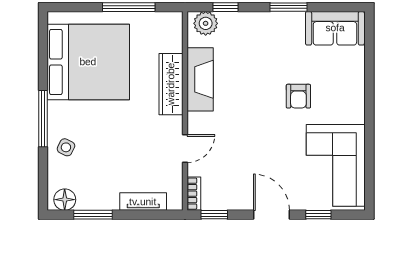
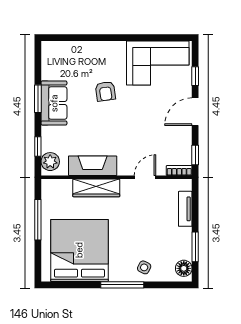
sofa: (335, 28) -> (54, 103), moved
armchair: (298, 96) -> (105, 91), turned 82
door: (185, 148) -> (145, 177), hinge flipped

